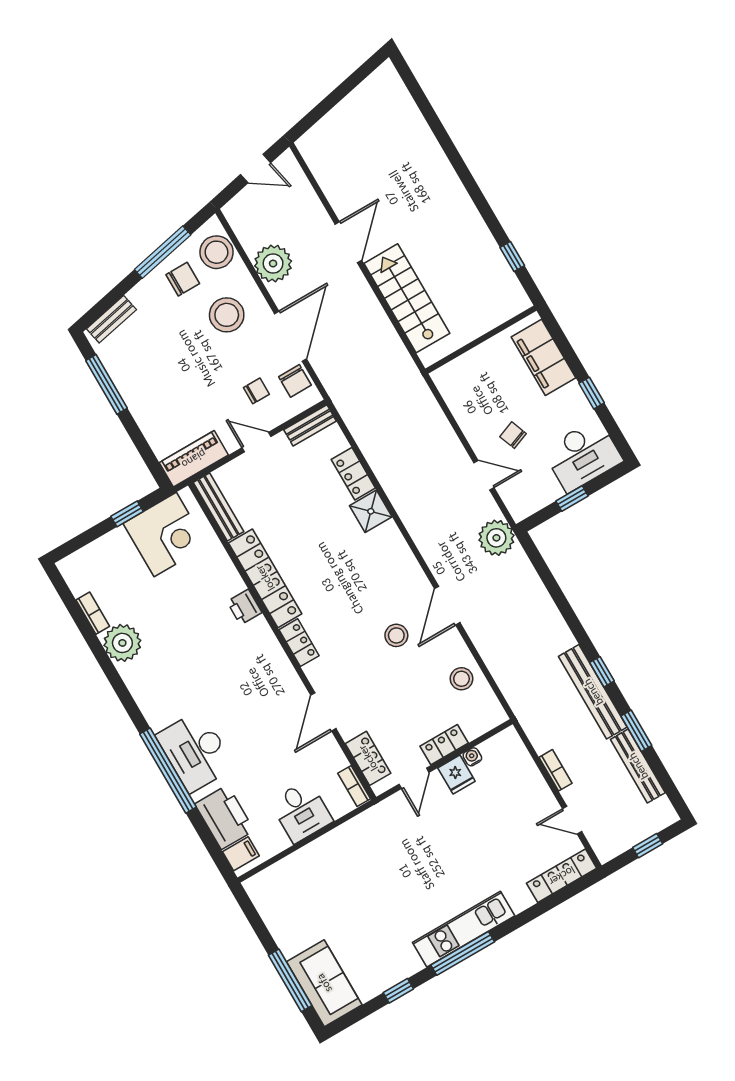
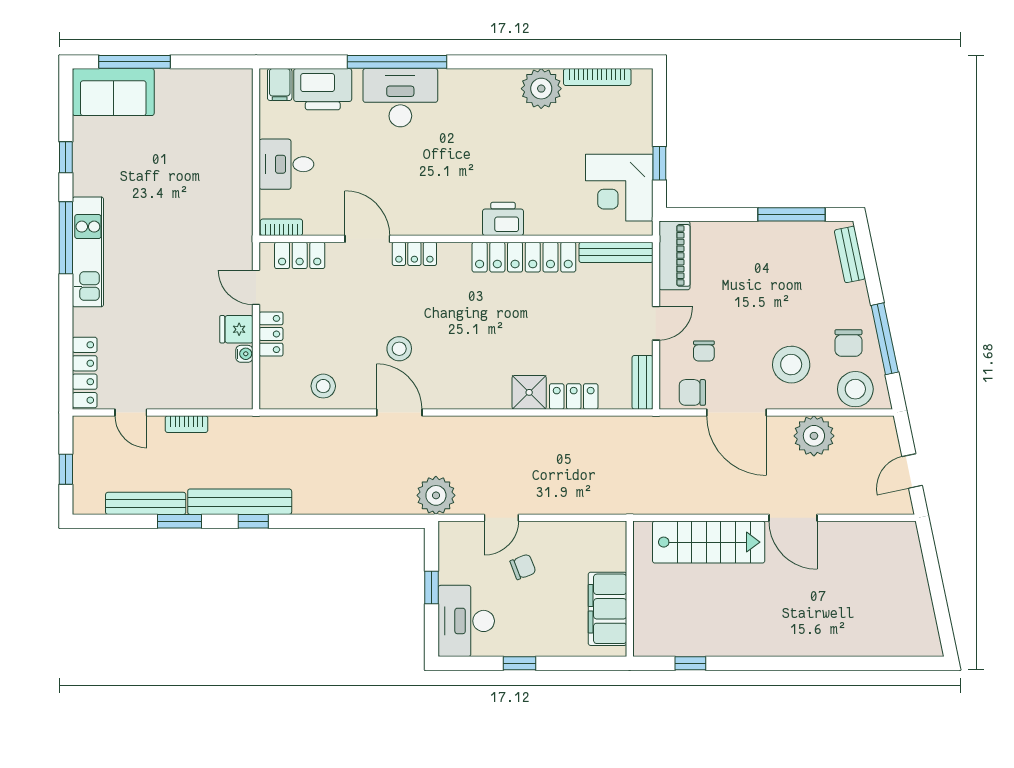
filing cabinet: (544, 357) -> (607, 609), moved, turned -90
printer: (244, 607) -> (503, 219), width x1.36, depth x1.24
bookcase: (93, 613) -> (597, 77), width x1.56
locker: (299, 643) -> (414, 254), moved
door: (572, 820) -> (131, 413), swing flipped

